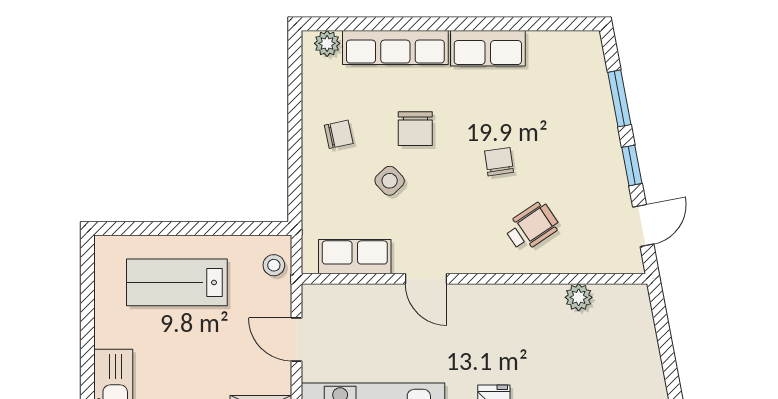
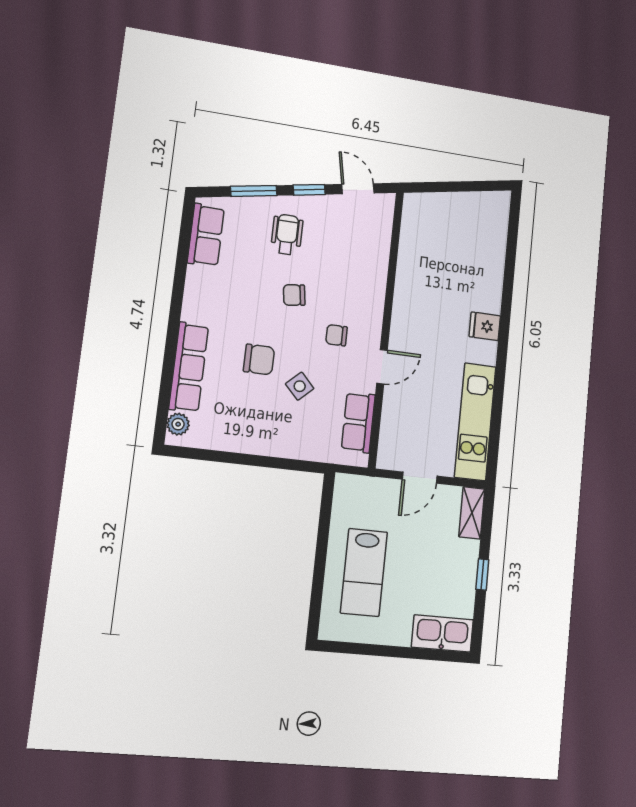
row of seats: (488, 48) -> (206, 235), moved
chair: (339, 134) -> (337, 335), moved, turned -78
wheelchair: (532, 227) -> (287, 234), moved, turned 34
stool: (274, 265) -> (358, 490), removed
plant: (579, 297) -> (409, 248), removed

